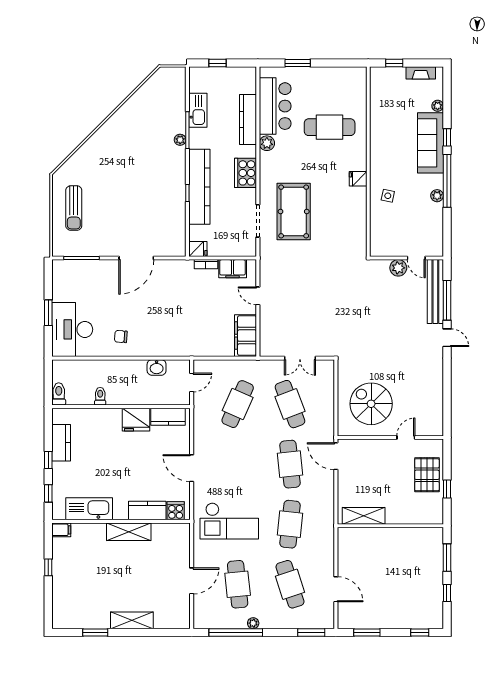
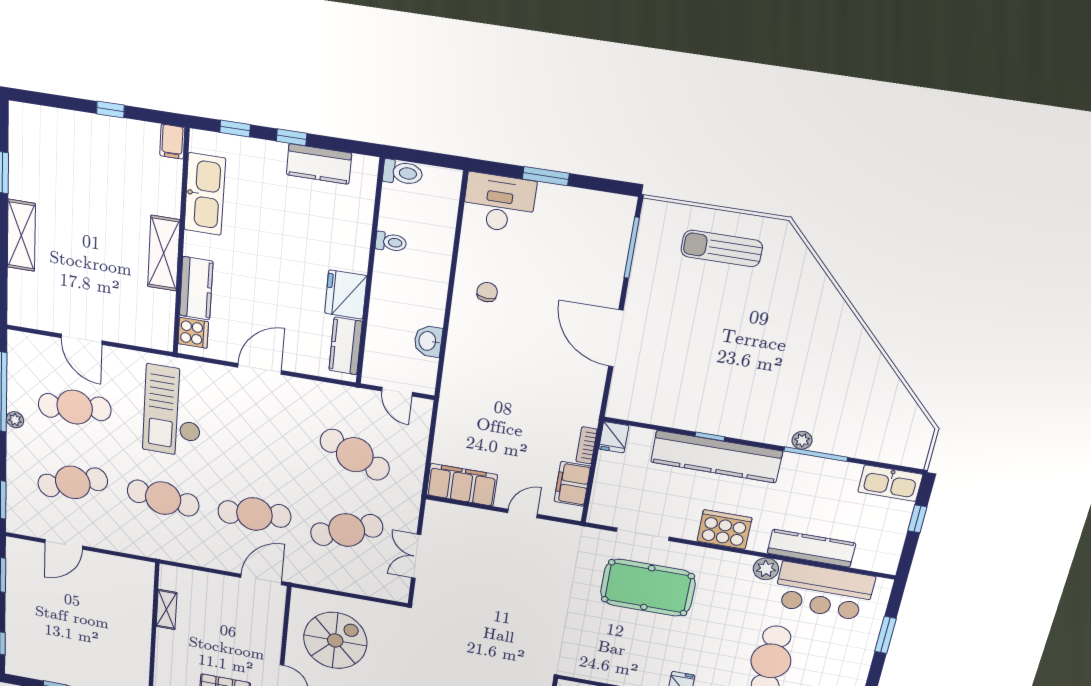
kitchen sink: (198, 110) -> (890, 483), moved
desk: (72, 329) -> (499, 203), width x0.73, depth x0.77
shelving: (364, 516) -> (166, 610), width x0.67, depth x0.75

